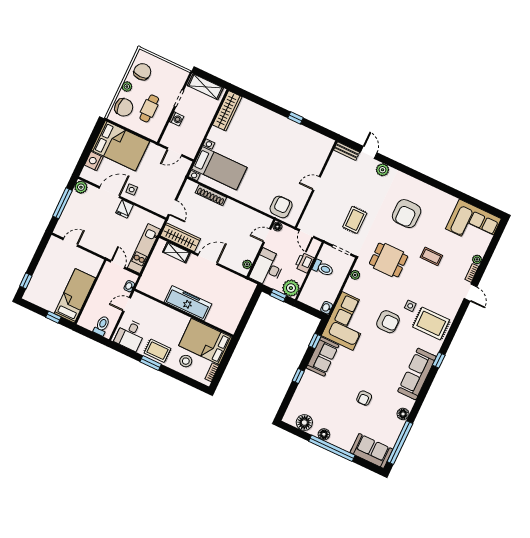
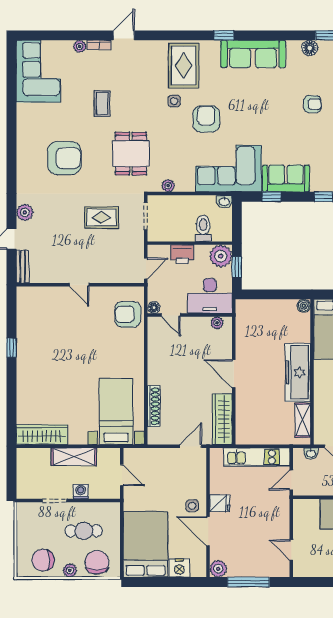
shelving: (205, 87) -> (74, 457), moved, turned 90
shelving: (176, 252) -> (303, 420), moved
toilet: (323, 268) -> (203, 228), moved
boiler: (231, 328) -> (304, 306), added

